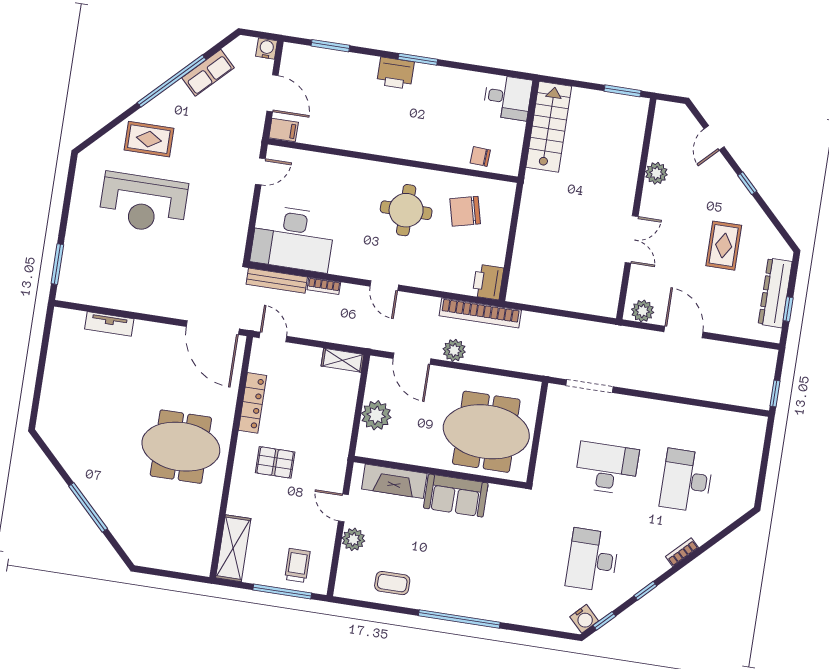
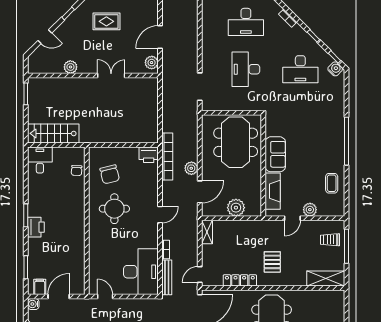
filing cabinet: (284, 130) -> (40, 287), moved

